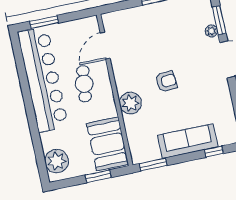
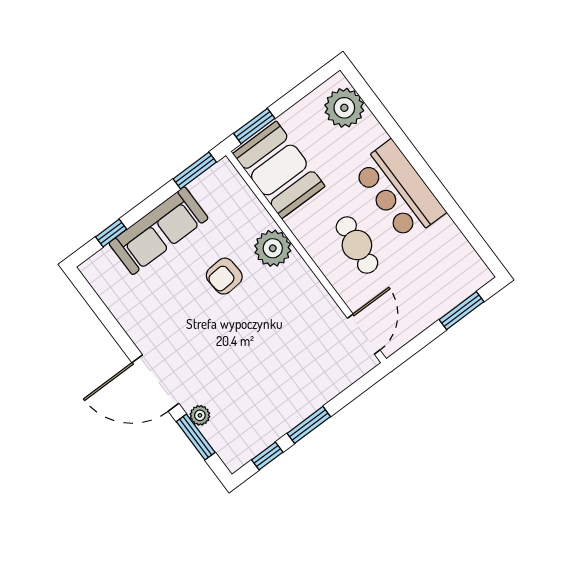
door: (105, 46) -> (364, 334), moved
bar counter: (43, 80) -> (399, 191), width x0.54
armchair: (166, 81) -> (224, 276), moved
window: (98, 176) -> (254, 126), moved

